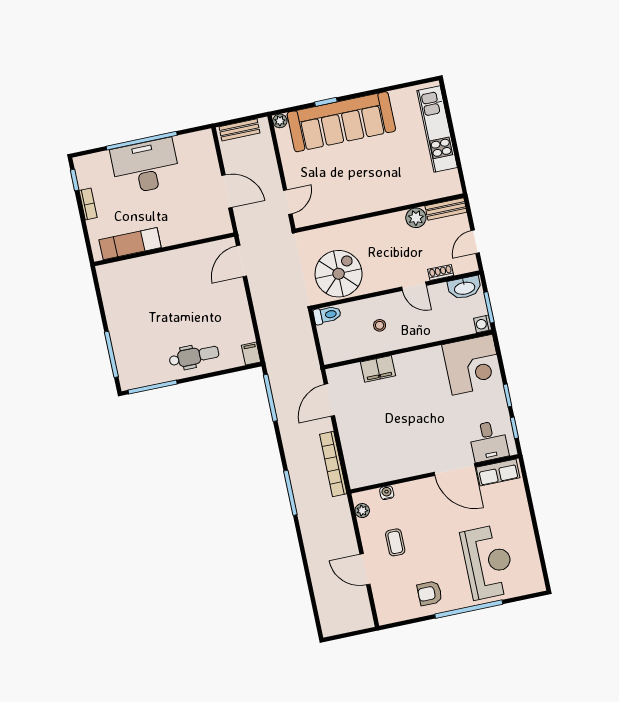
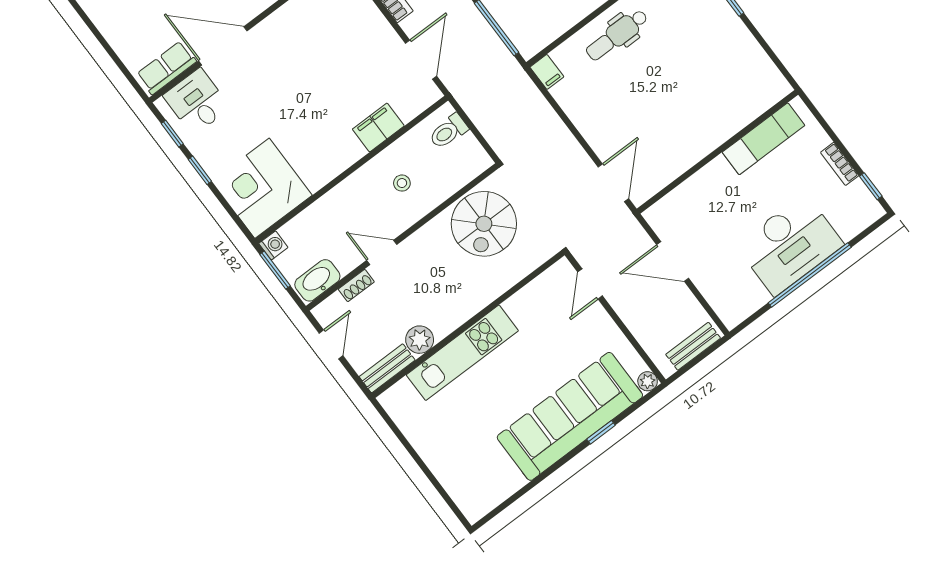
kitchen unit: (437, 129) -> (462, 353), moved, turned 90
toilet: (327, 315) -> (448, 131), moved

